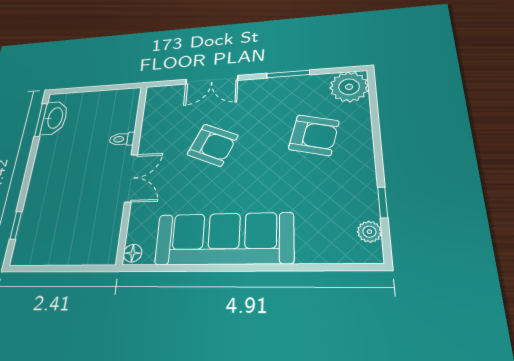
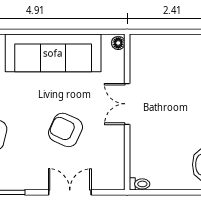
toilet: (122, 139) -> (140, 184), moved

